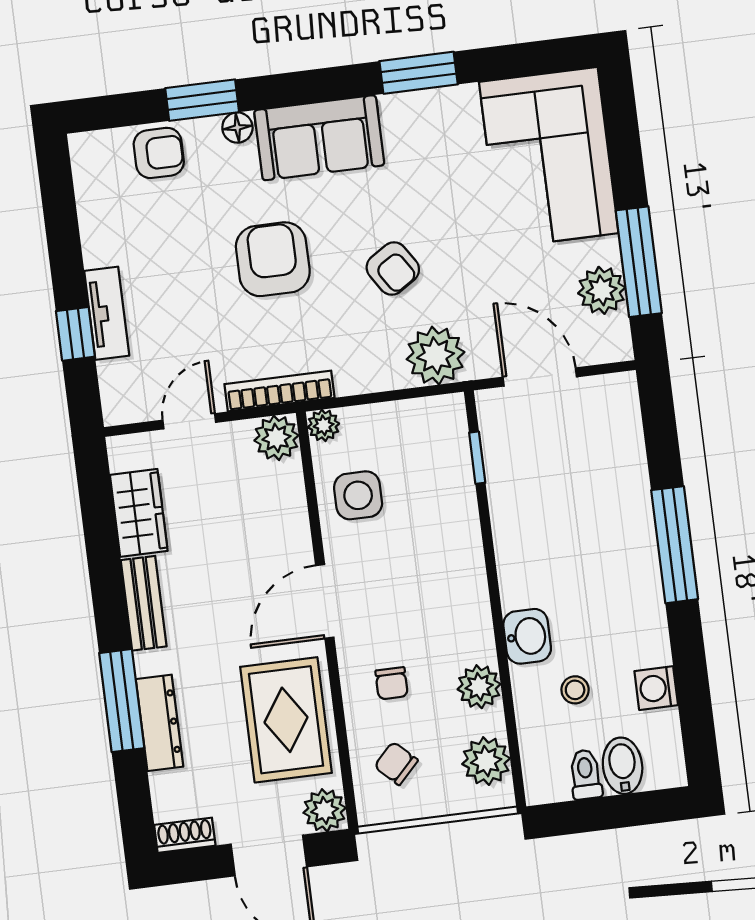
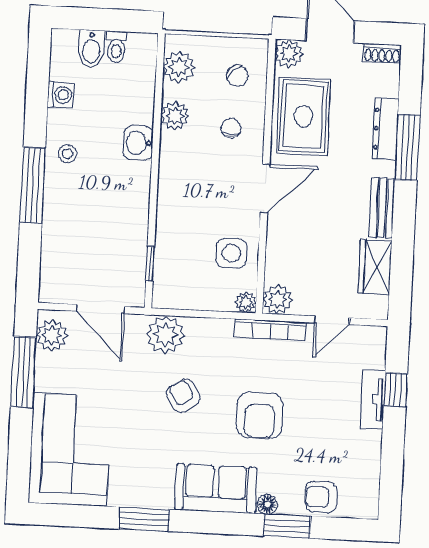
plant: (602, 290) -> (52, 336), moved
stool: (575, 690) -> (68, 154), moved

